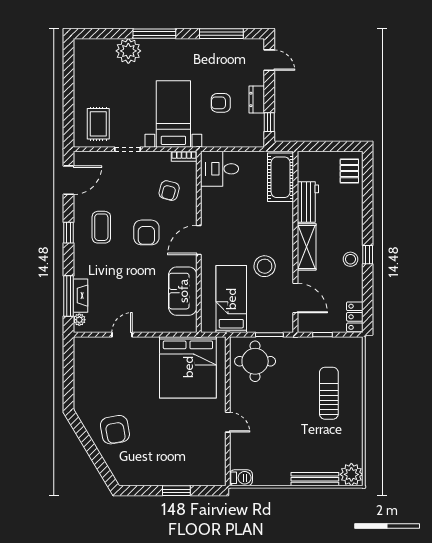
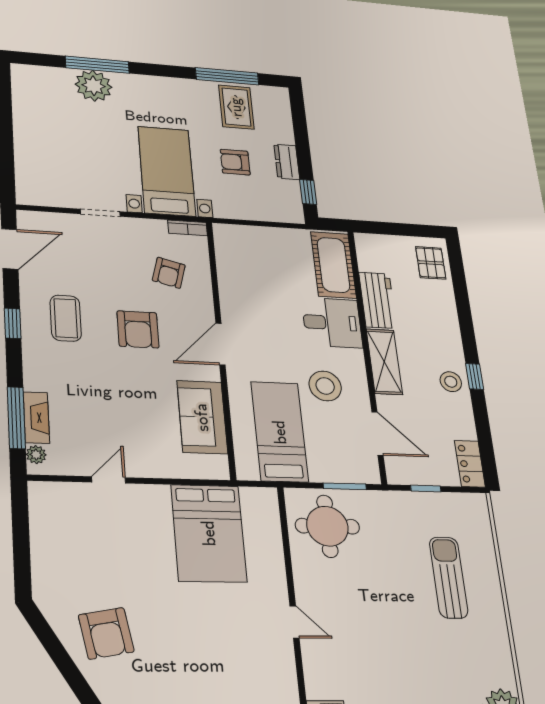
window: (154, 34) -> (97, 65), moved
door: (269, 60) -> (299, 115), removed
rug: (98, 124) -> (236, 107), moved
desk: (220, 169) -> (332, 323), moved, turned 180
bed: (188, 367) -> (209, 533), width x0.73

